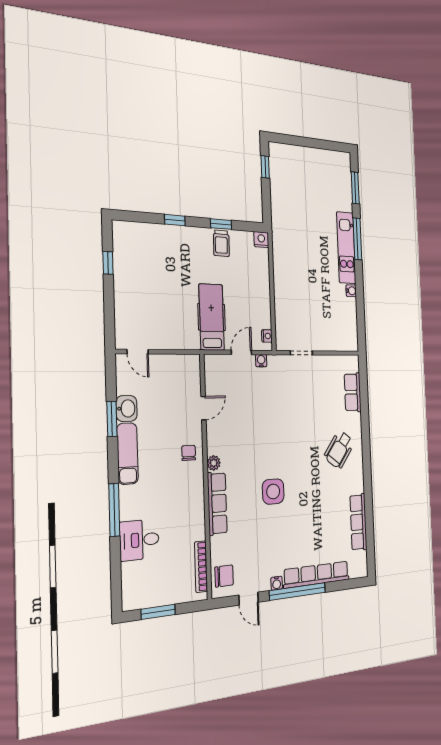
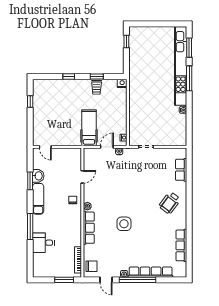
kitchen unit: (346, 248) -> (181, 66), width x1.86
window: (158, 612) -> (64, 280), moved

